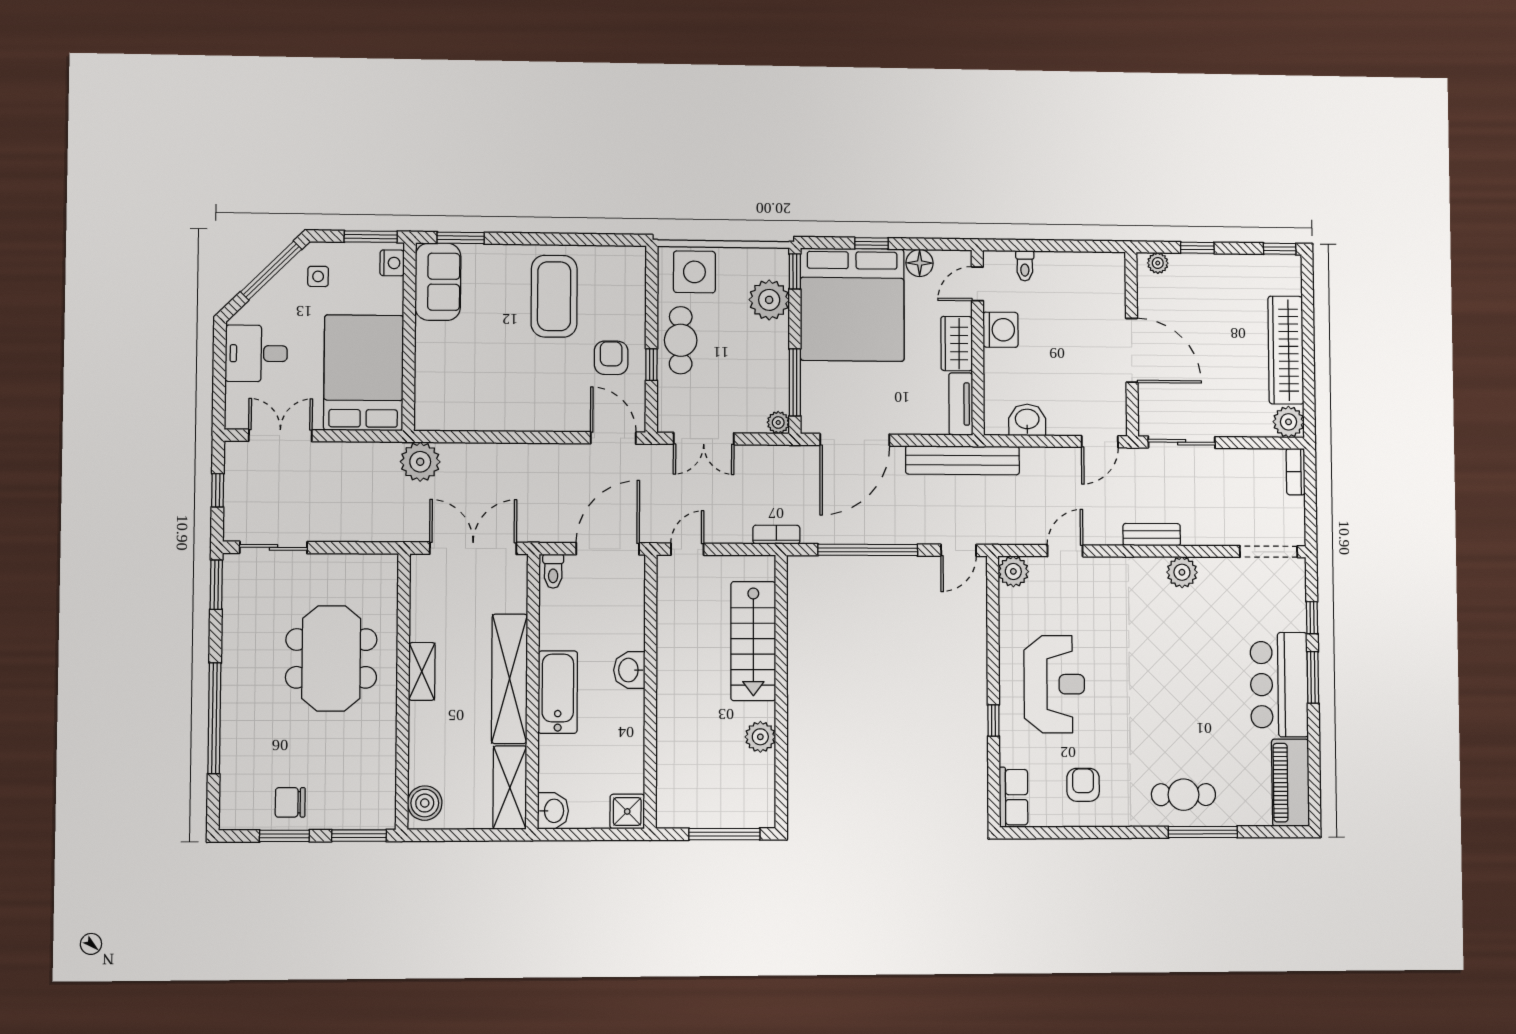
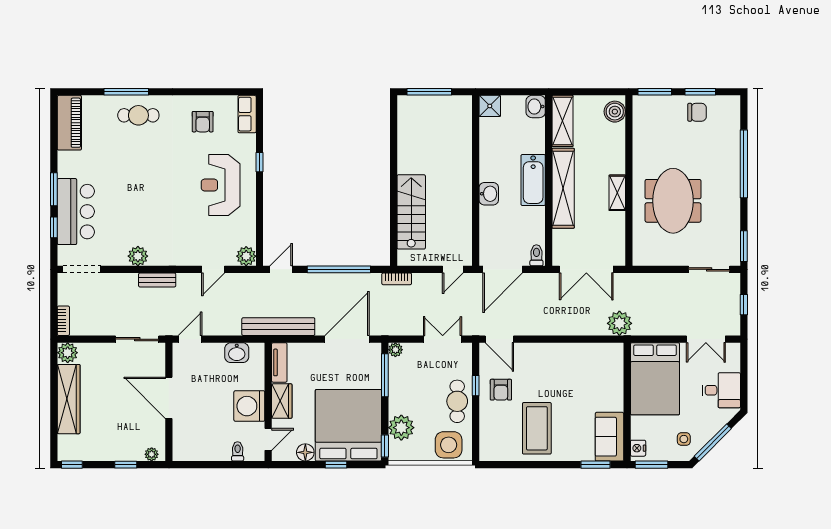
washing machine: (1001, 330) -> (249, 406), width x1.37, depth x1.37
bar counter: (1279, 685) -> (76, 212), moved
plant: (760, 737) -> (407, 152), removed

